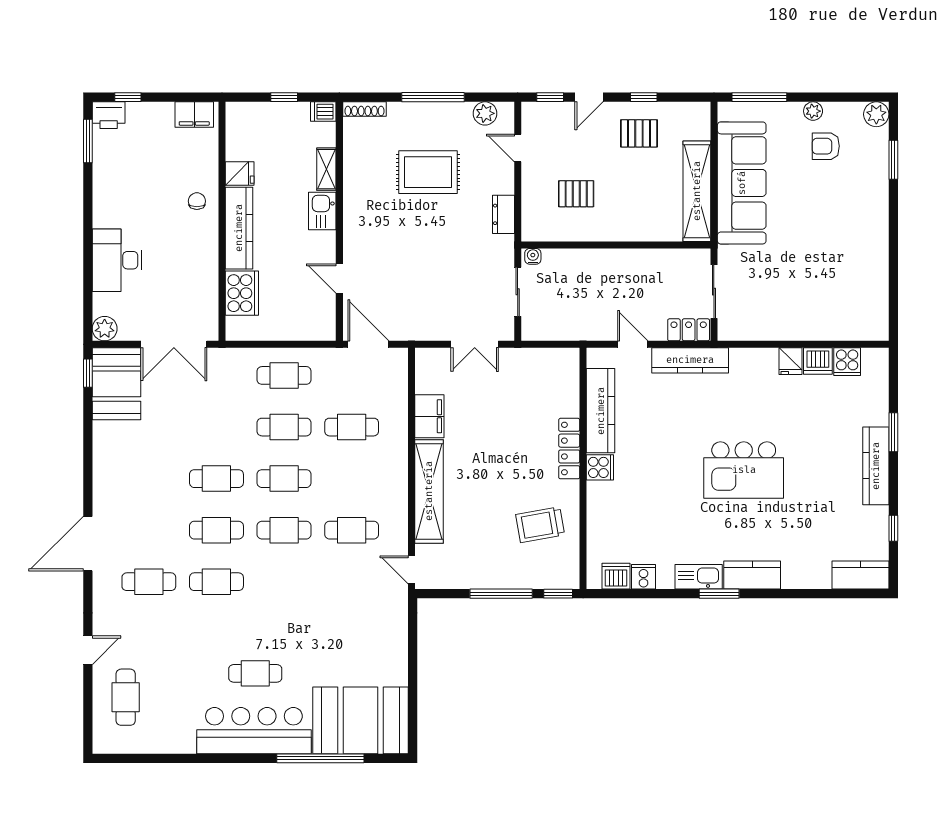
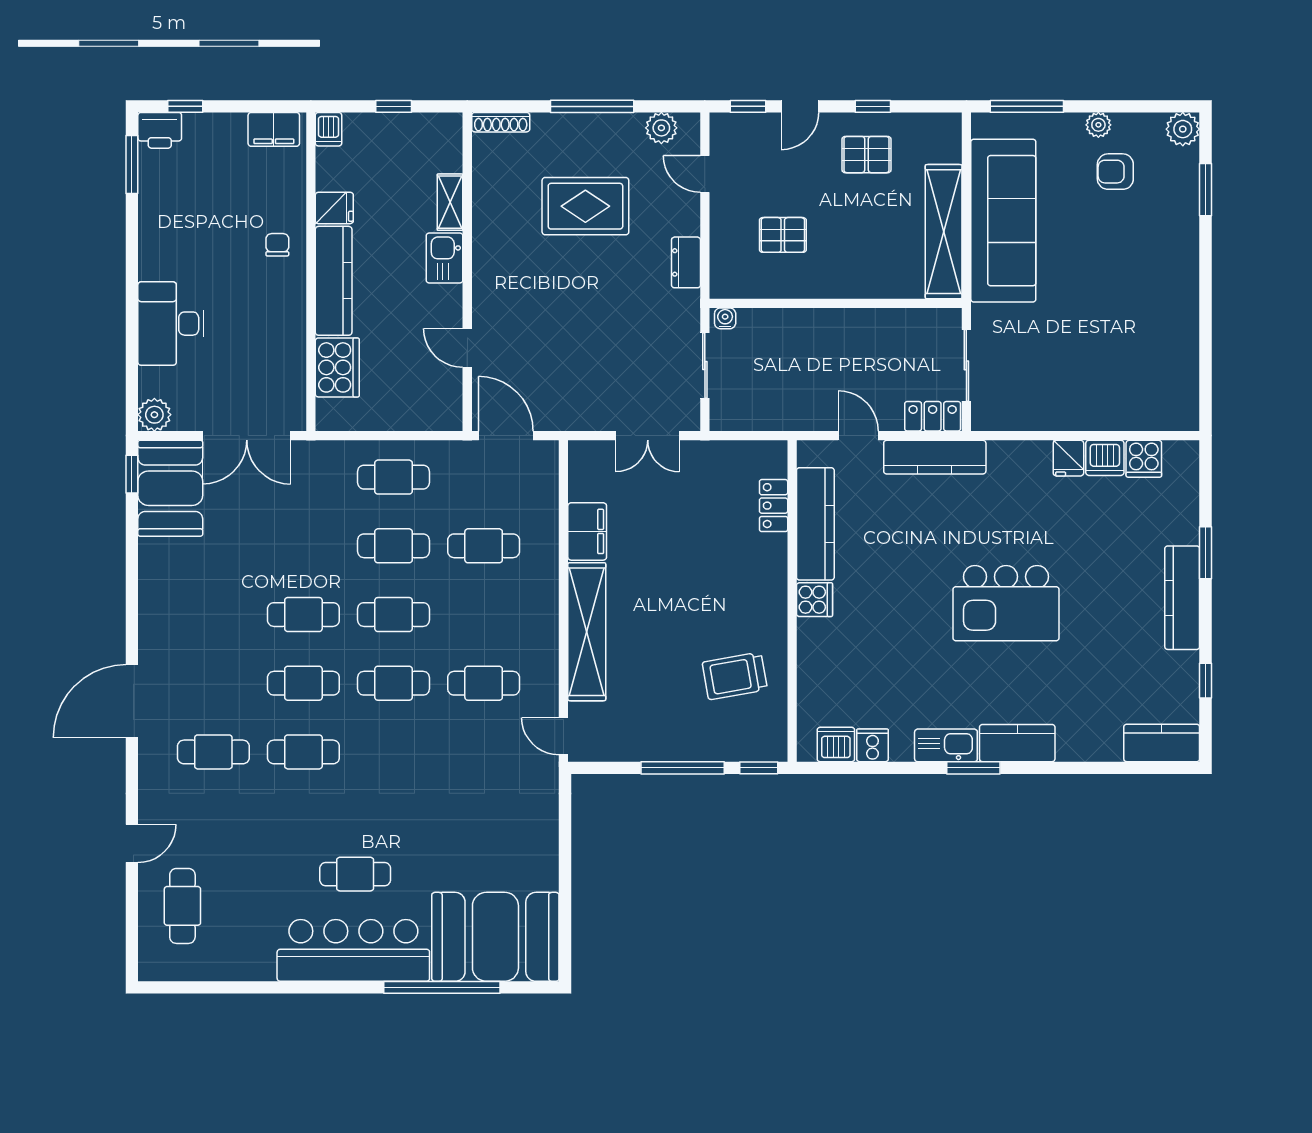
dishwasher: (323, 112) -> (329, 129), moved, turned -90
locker: (569, 449) -> (774, 506), moved, width x0.66

